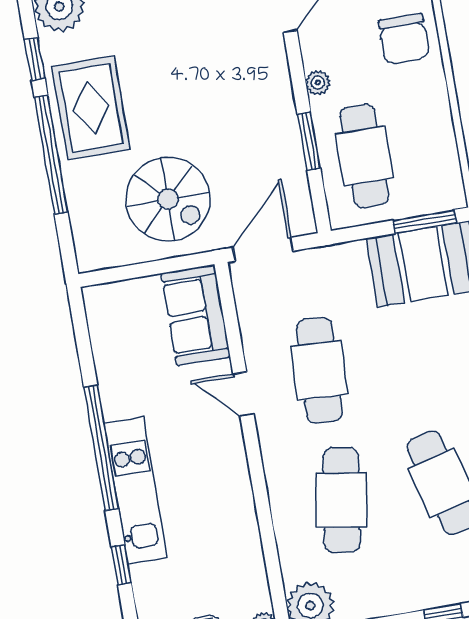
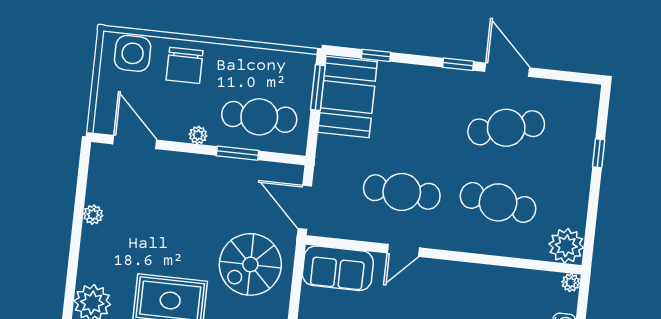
chair: (404, 39) -> (185, 65), turned 90
spiral stairs: (168, 199) -> (250, 264), turned 180

